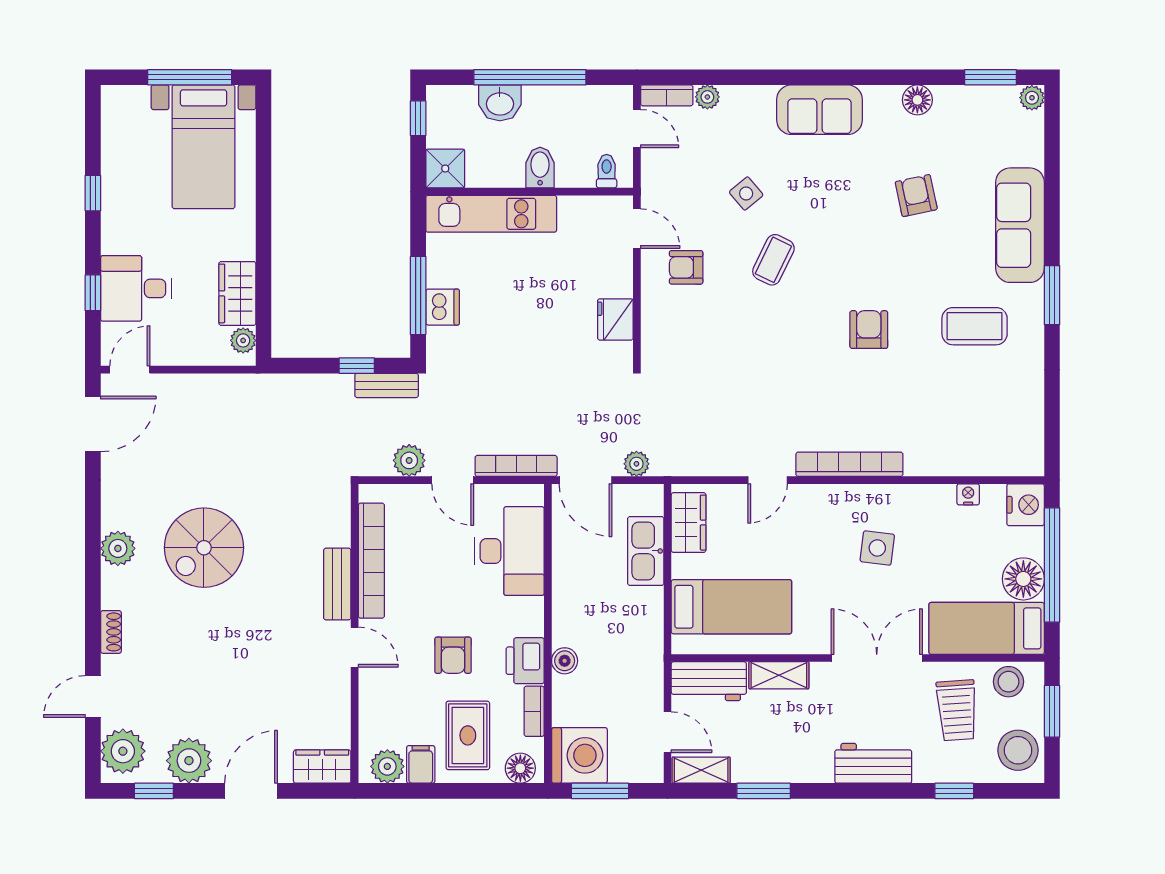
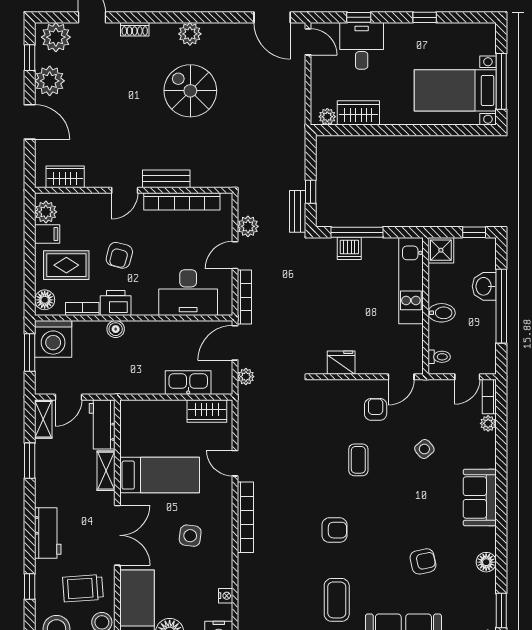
coffee table: (773, 260) -> (358, 460), moved, turned 64
bed: (731, 607) -> (160, 475), moved, turned -90
armchair: (453, 655) -> (119, 255), turned -75
wardrobe: (322, 767) -> (65, 177), moved, turned -90

